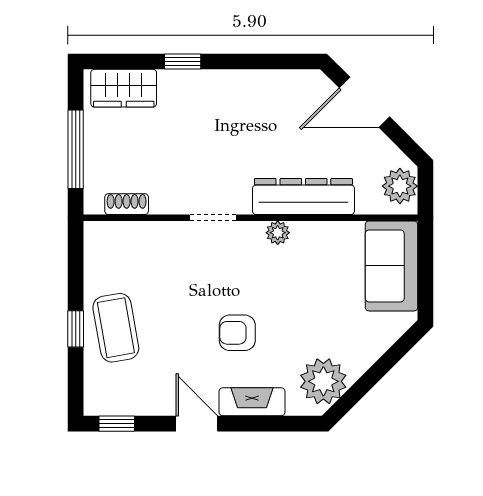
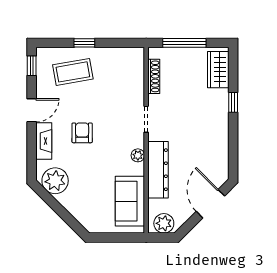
shoe rack: (127, 204) -> (154, 76), width x1.43
sofa: (392, 266) -> (130, 201), moved, turned -90
coffee table: (116, 328) -> (73, 72), moved

